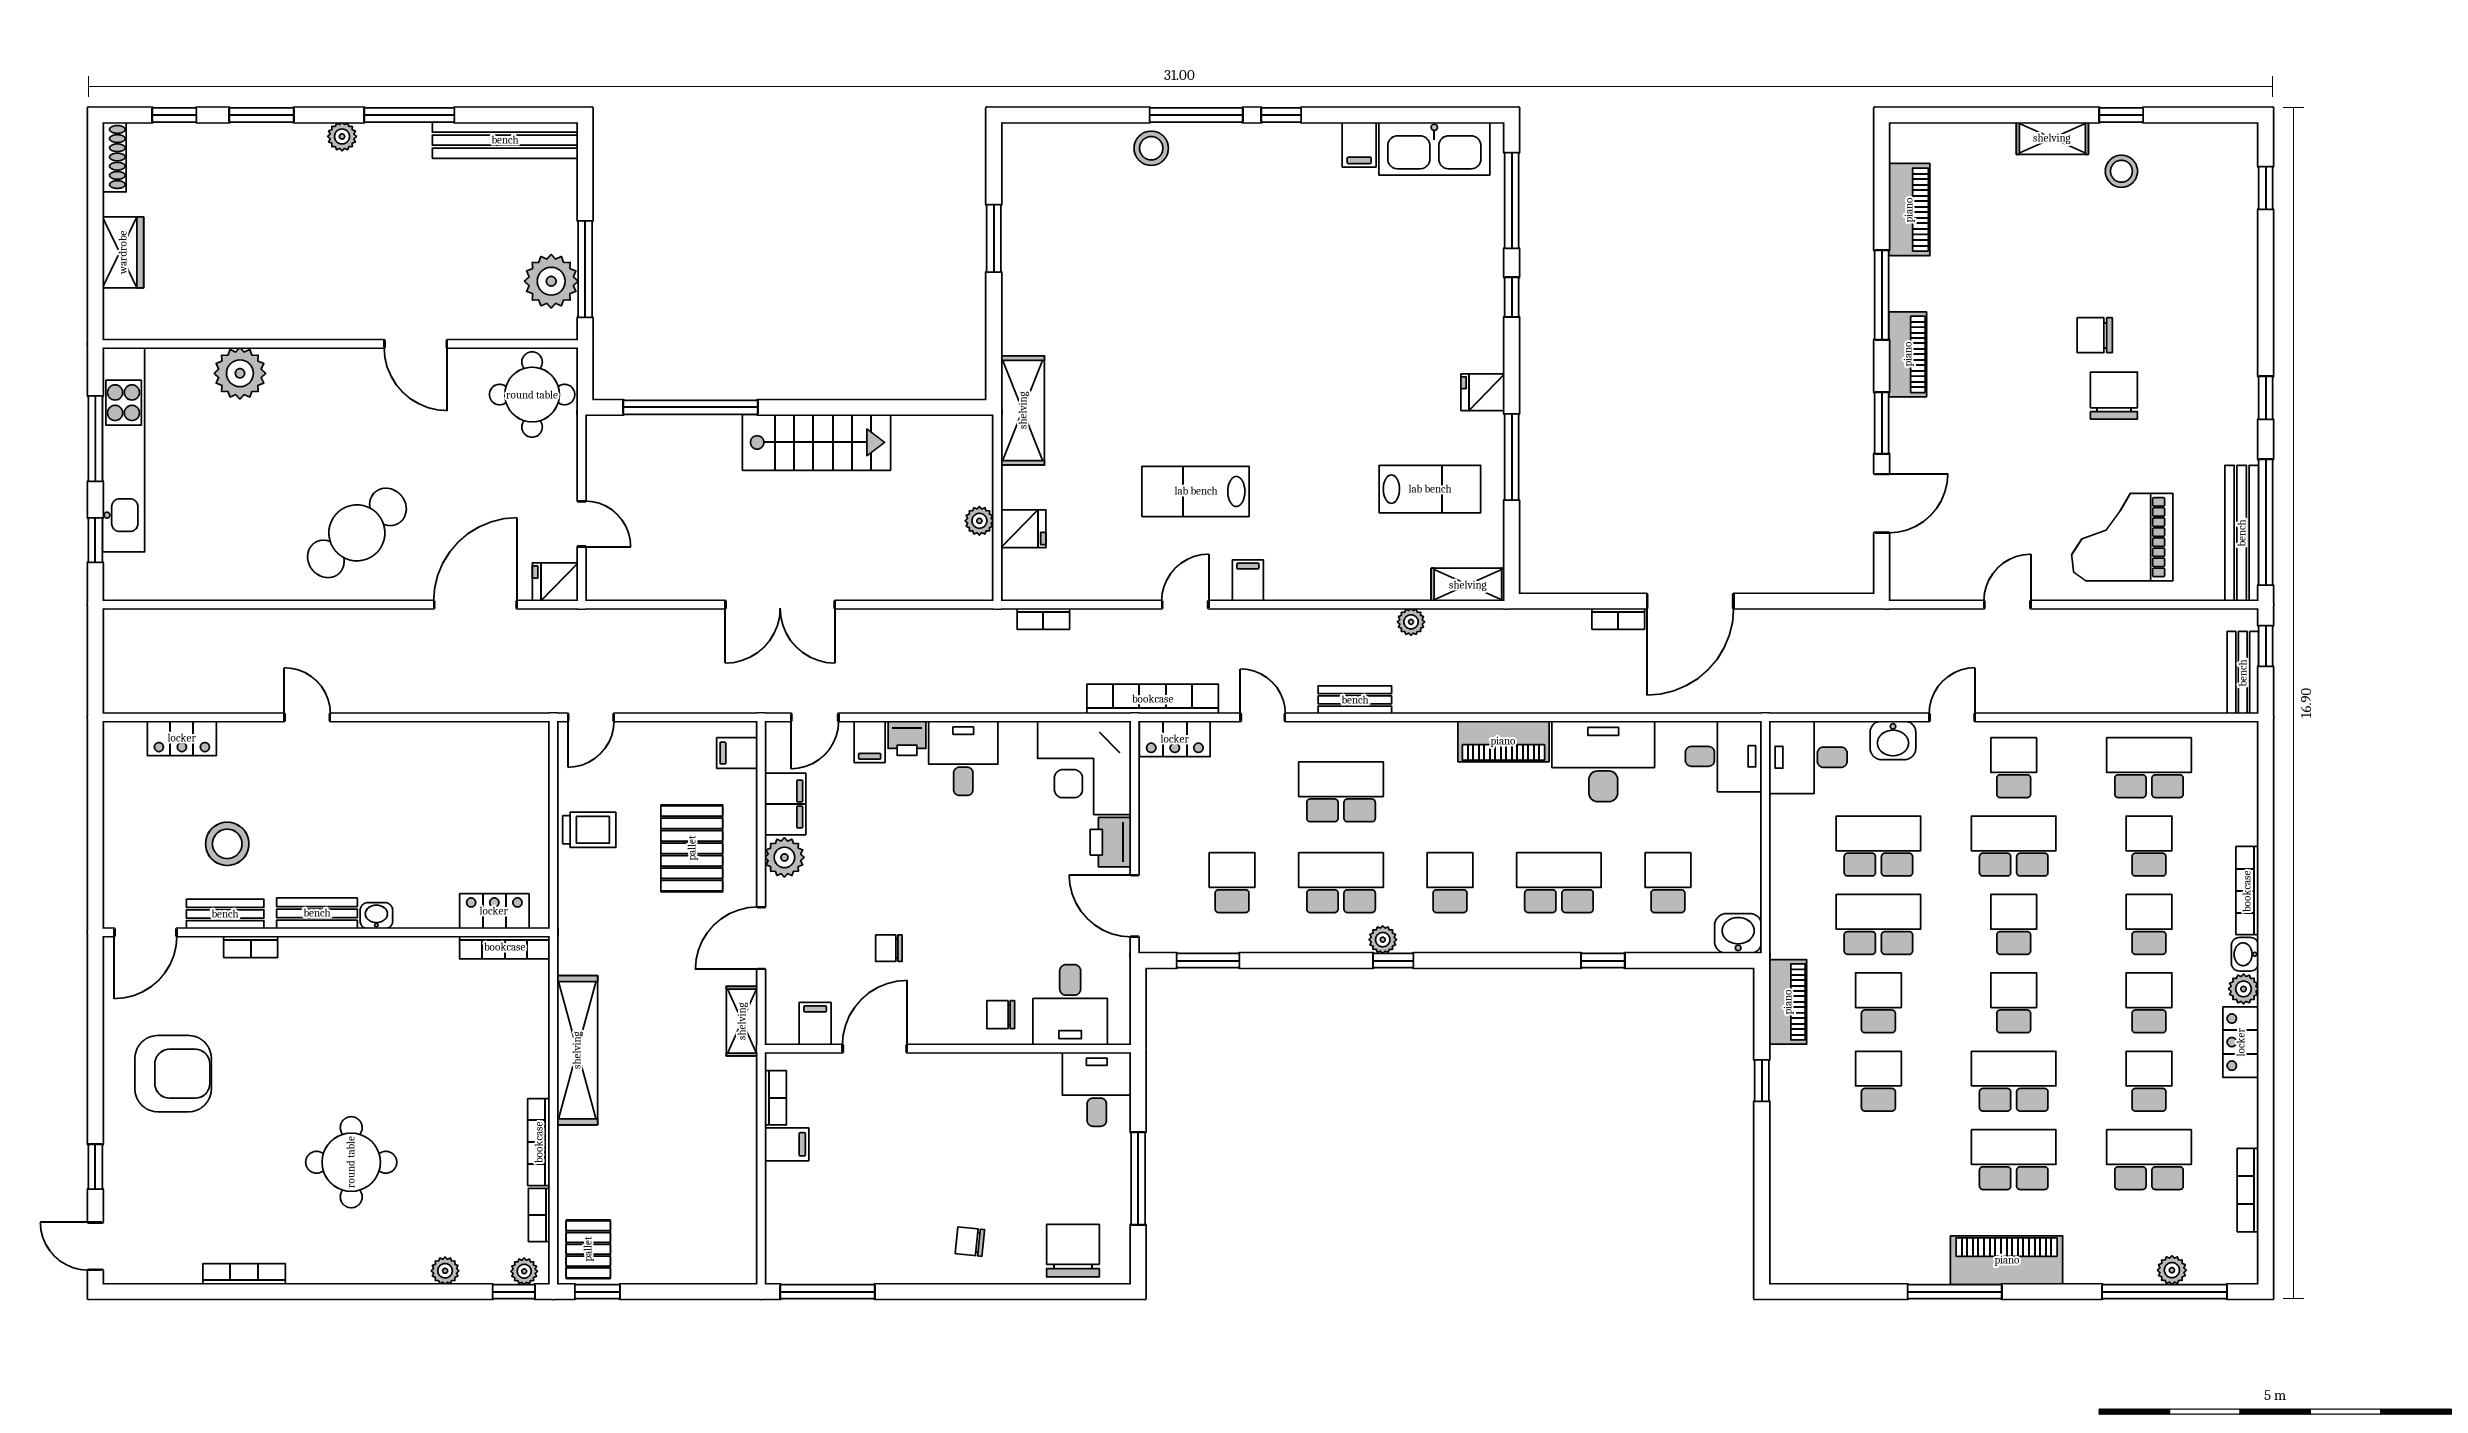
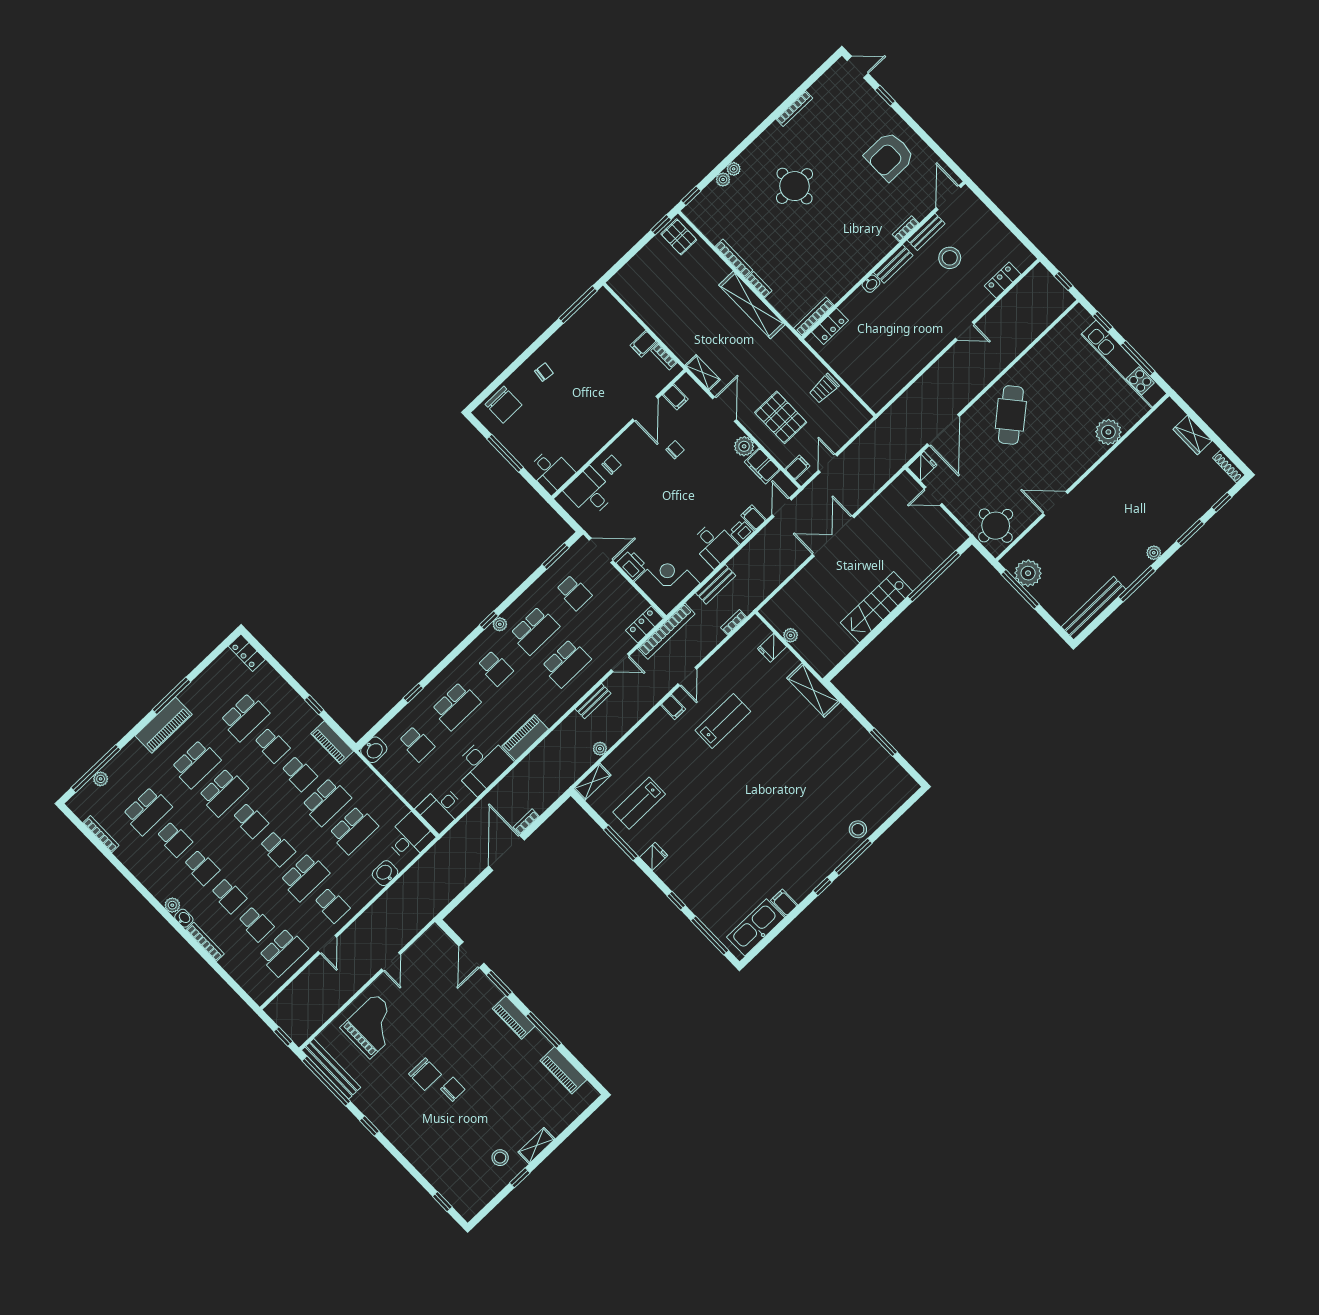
window: (95, 653) -> (1064, 281), added
bench: (2243, 673) -> (716, 584), moved, turned 90
door: (591, 717) -> (828, 463), moved
door: (1952, 717) -> (327, 944), moved
locker: (2241, 1042) -> (247, 653), moved, turned 180
school desk: (1878, 1160) -> (245, 717), added
bookcase: (539, 1215) -> (759, 285), moved
plant: (524, 1271) -> (734, 169), moved

